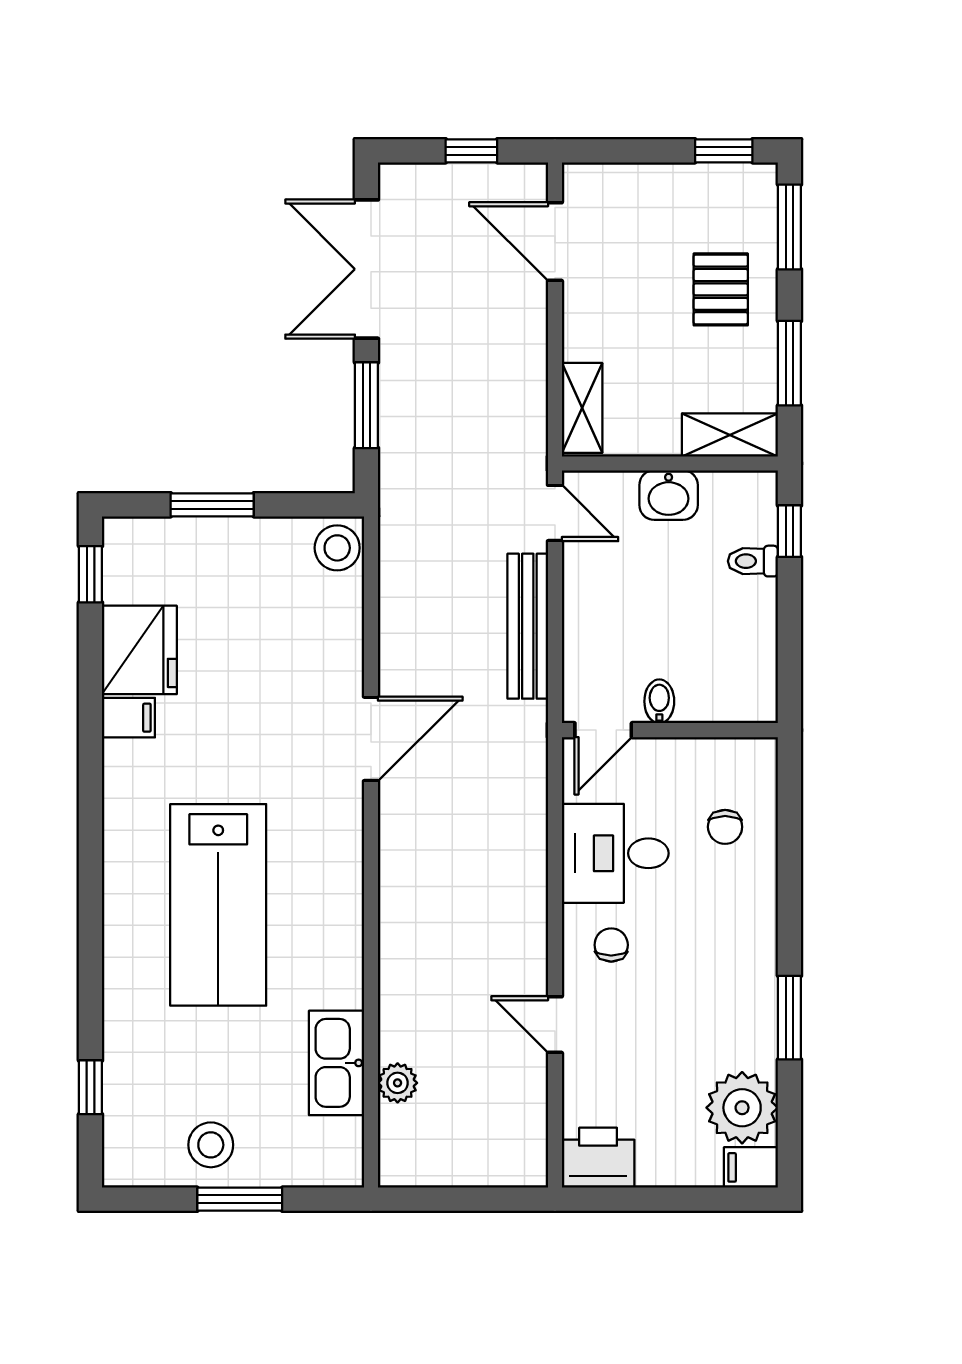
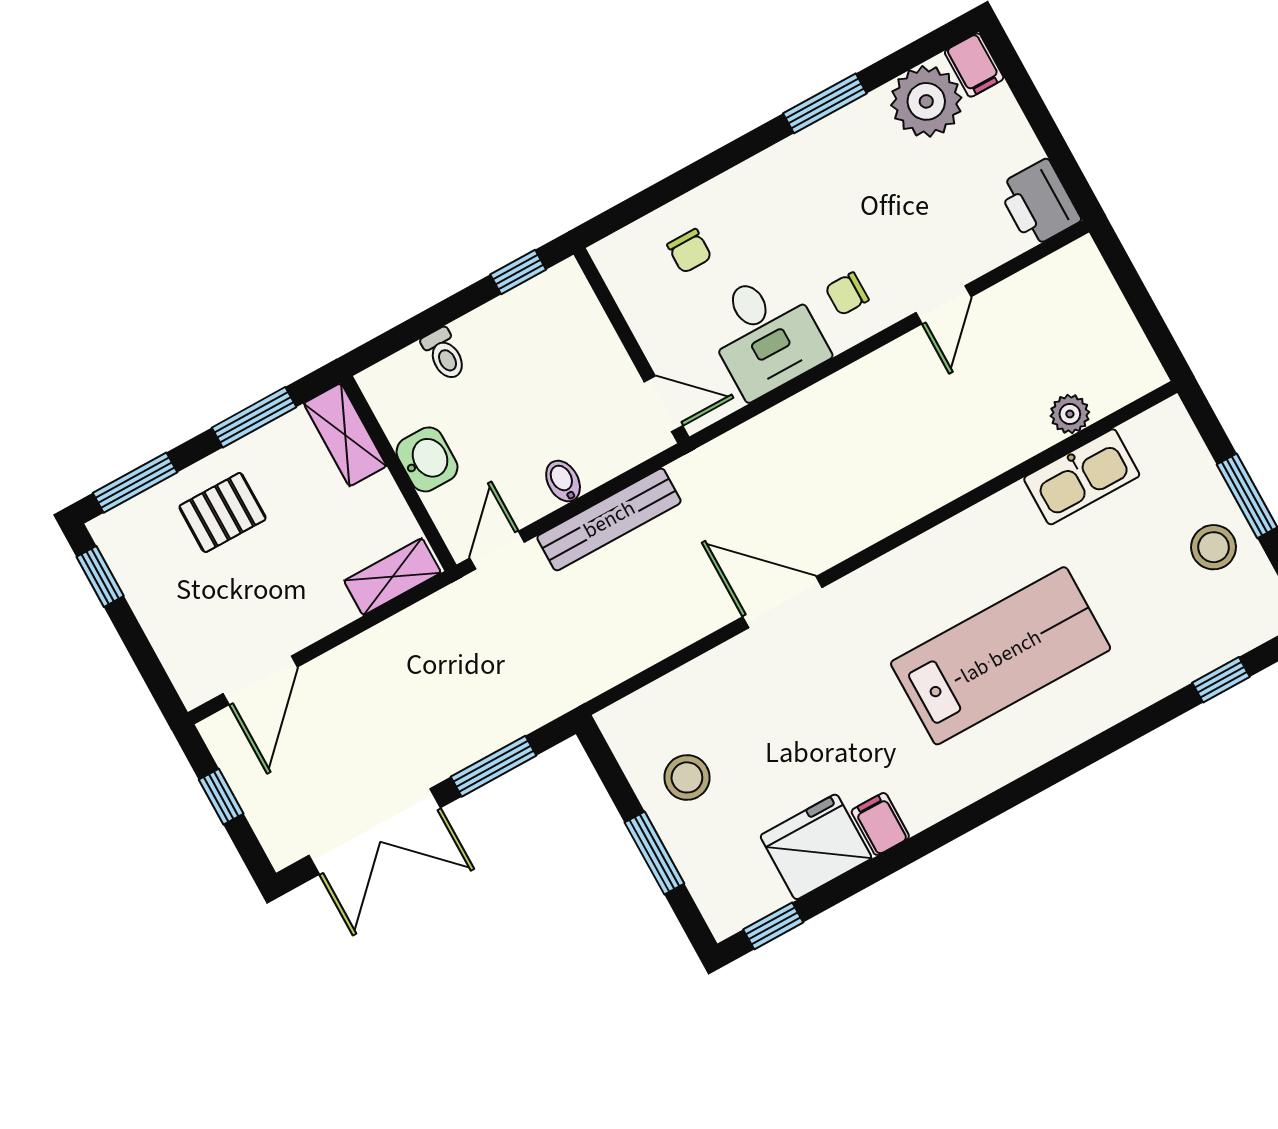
window: (789, 531) -> (518, 272), moved
stool: (337, 548) -> (687, 777), moved
bidet: (659, 701) -> (563, 481), moved, turned 90
chair: (725, 827) -> (689, 251), turned 90

